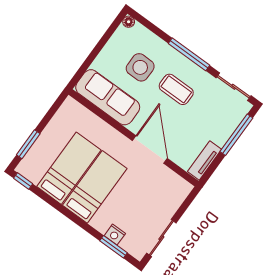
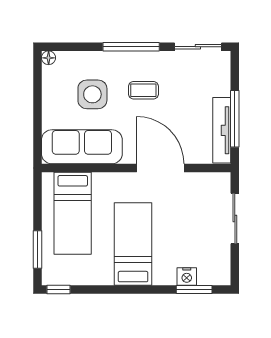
coffee table: (176, 89) -> (143, 90), width x0.73, depth x0.77
window: (236, 135) -> (235, 119), moved
tv unit: (204, 160) -> (222, 130), width x1.41
bed: (69, 168) -> (73, 213), moved, turned 180
sliding door: (161, 238) -> (235, 219), moved

